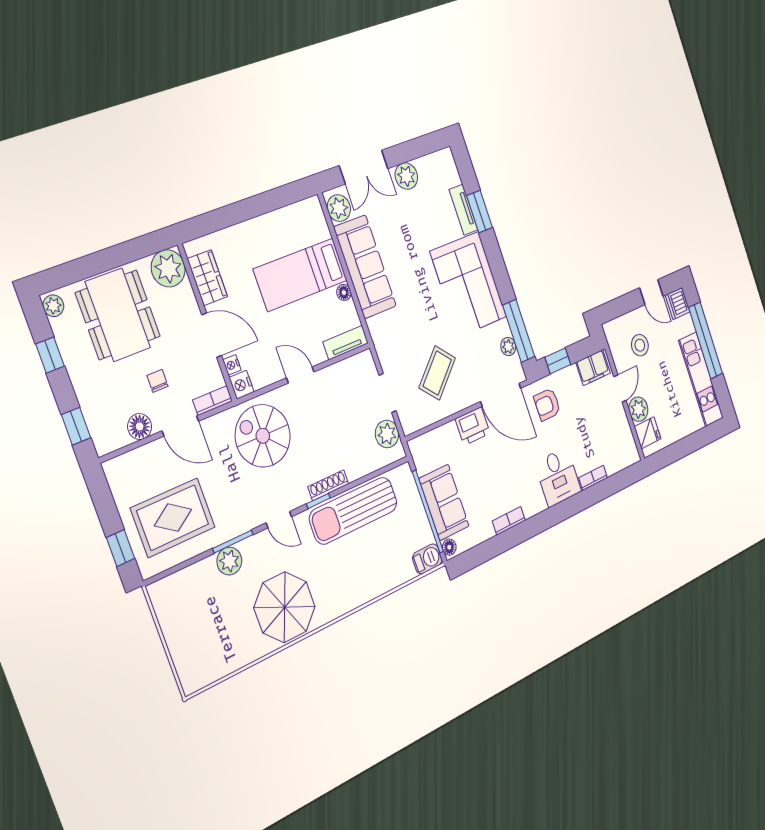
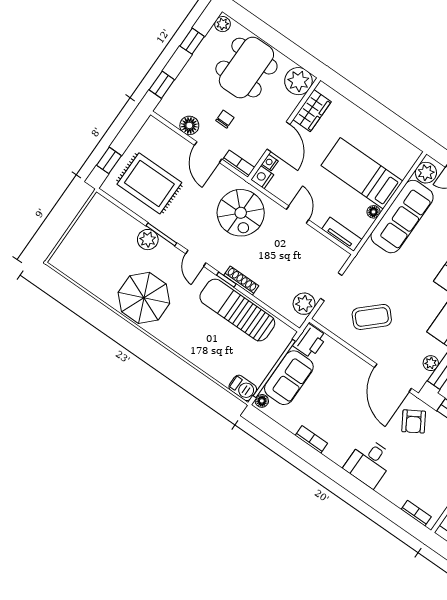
armchair: (547, 404) -> (414, 421), turned -121
printer: (473, 426) -> (310, 341), moved, turned -90
spiral stairs: (263, 436) -> (241, 213), turned 180
bookcase: (593, 478) -> (416, 513), moved

